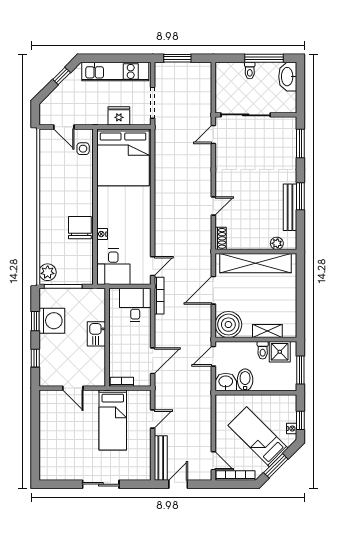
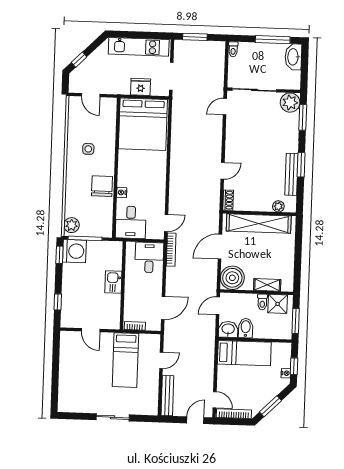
toilet: (250, 70) -> (233, 49), moved
window: (62, 76) -> (79, 60), moved
plant: (286, 127) -> (290, 103), added
side table: (83, 149) -> (88, 149), moved
window: (35, 321) -> (59, 255), moved
washing machine: (52, 321) -> (74, 251), moved
bed: (258, 437) -> (244, 353), moved, turned 135
door: (178, 484) -> (195, 420), moved

